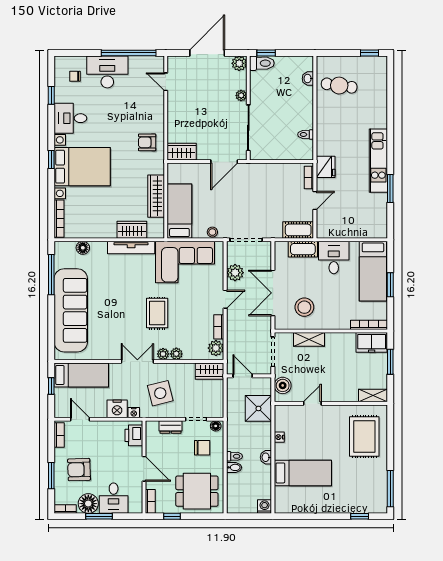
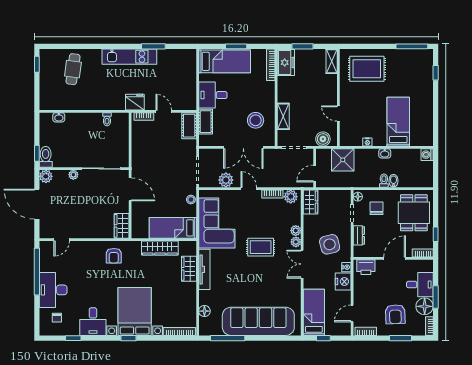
cafe table: (339, 86) -> (73, 69), moved

